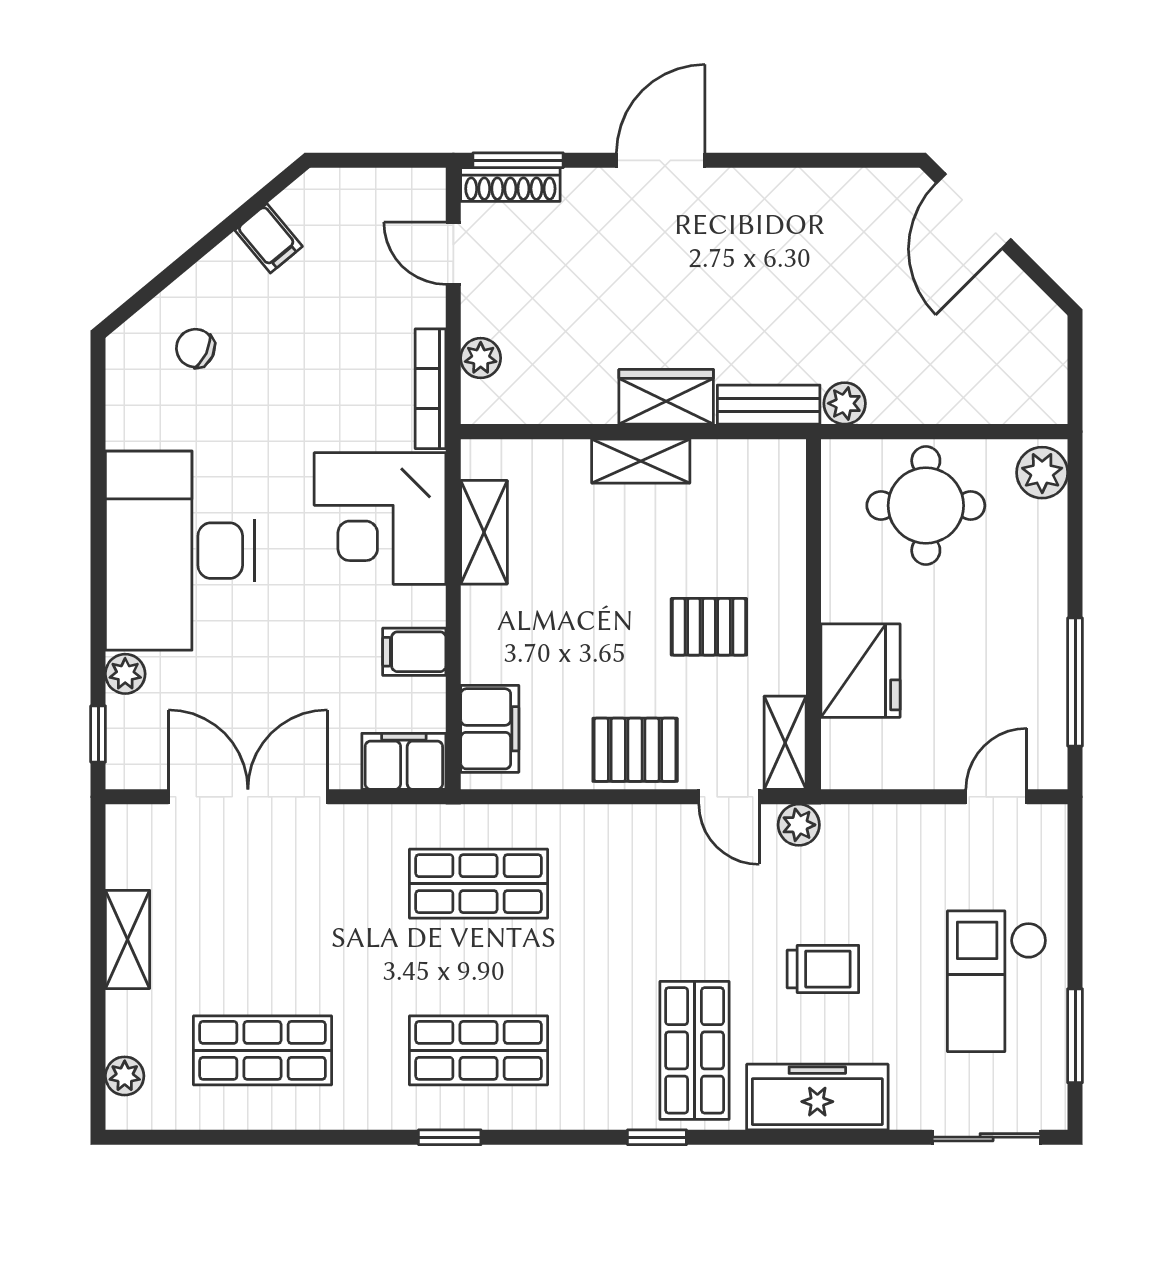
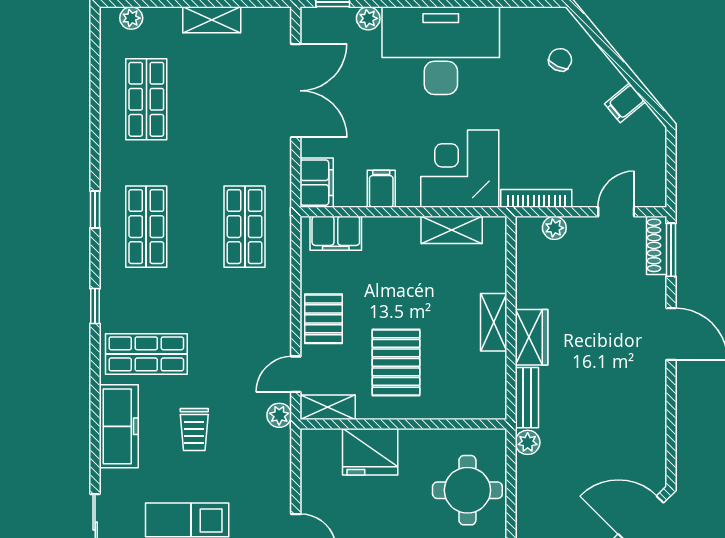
pallet: (709, 627) -> (396, 362), width x1.50, depth x1.42
window: (657, 1137) -> (95, 306), moved

